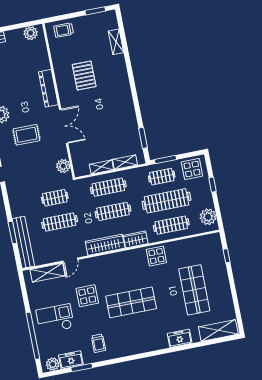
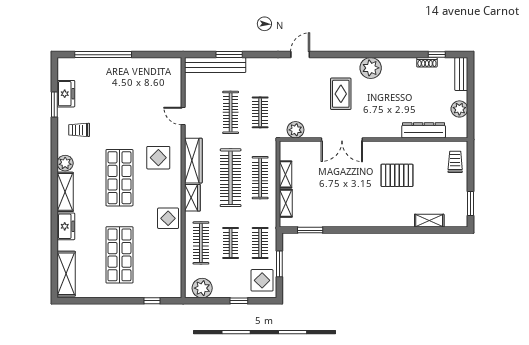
plant: (31, 33) -> (459, 109), moved
dresser: (48, 88) -> (424, 130), moved
window: (165, 159) -> (279, 264), moved
clothes rail: (166, 201) -> (231, 243), width x0.54, depth x0.76
clothes rail: (113, 211) -> (231, 178), width x1.37, depth x1.31
shelving: (48, 273) -> (65, 192), moved
shop shelf: (194, 290) -> (119, 255), turned 90
display table: (87, 296) -> (158, 158), moved
checkout: (55, 319) -> (118, 85), removed
plant: (53, 364) -> (65, 163), moved

